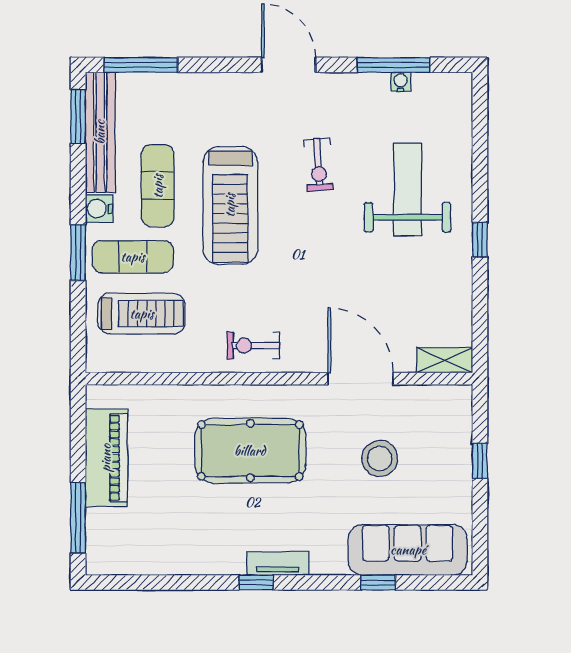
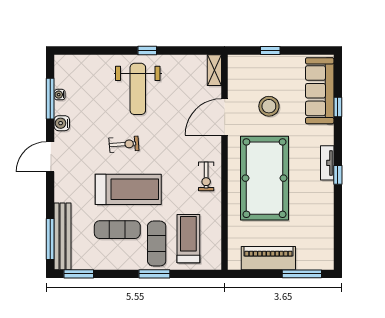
bench: (100, 132) -> (62, 236), moved, turned 90
exercise bike: (318, 165) -> (124, 144), moved
weight bench: (407, 189) -> (138, 89), moved, turned -90
water cooler: (99, 209) -> (62, 123), moved, turned 90
pool table: (250, 451) -> (264, 178), width x1.36, depth x1.32

